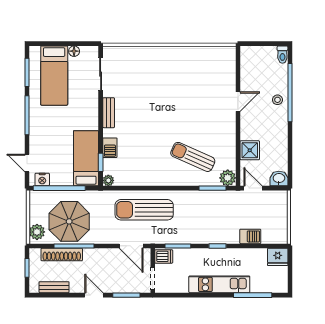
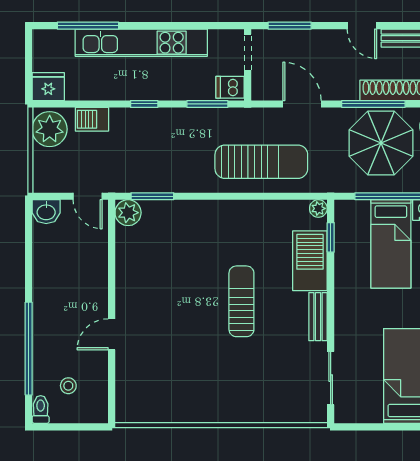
floor lamp: (74, 51) -> (373, 415), removed
stool: (277, 100) -> (68, 386), moved
barbecue: (110, 148) -> (310, 261), width x1.88, depth x1.53
shower: (250, 150) -> (93, 257), removed
sun lounger: (193, 157) -> (241, 301), moved, turned -114
bed: (86, 158) -> (391, 244), moved
plant: (277, 230) -> (50, 129), added
door: (131, 246) -> (302, 104), moved
kitchen unit: (219, 284) -> (141, 43), width x1.36
door: (94, 295) -> (362, 26), moved

